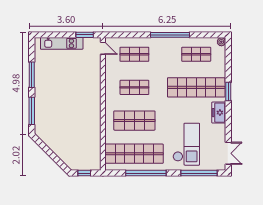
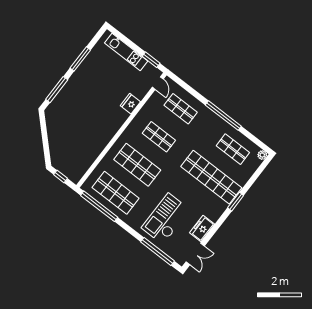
fridge: (94, 79) -> (130, 104), added
freezer: (219, 113) -> (202, 228), moved
checkout: (186, 144) -> (166, 219), turned 180
shop shelf: (134, 154) -> (116, 193), width x0.71
window: (146, 173) -> (99, 206), moved

